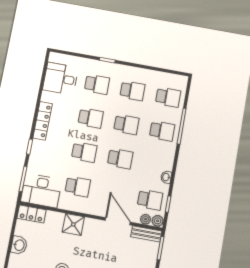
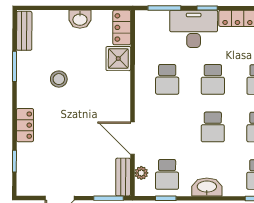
washbasin: (166, 177) -> (207, 187), width x1.91, depth x1.45
desk: (41, 191) -> (194, 29), moved, turned 90
door: (118, 221) -> (133, 138), swing flipped
plant: (158, 221) -> (142, 189), removed
shower: (73, 224) -> (118, 59), moved

